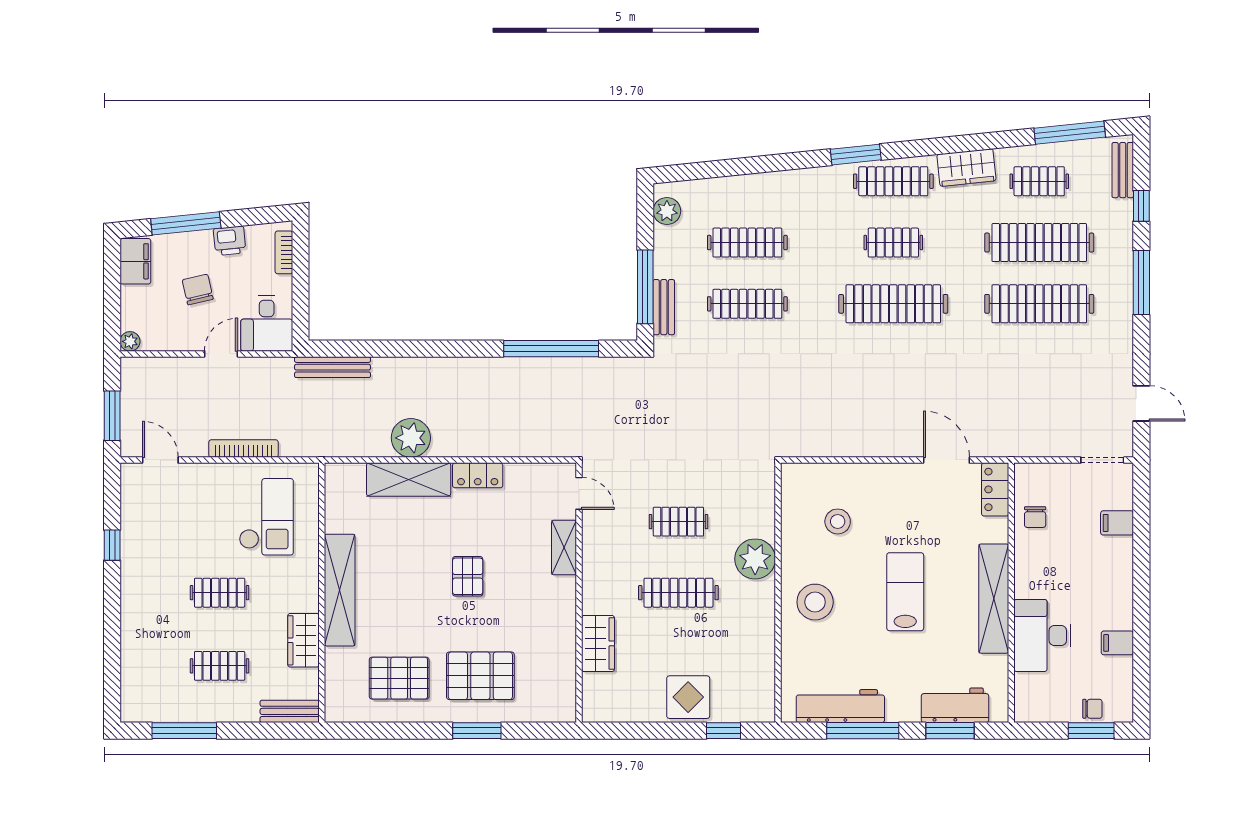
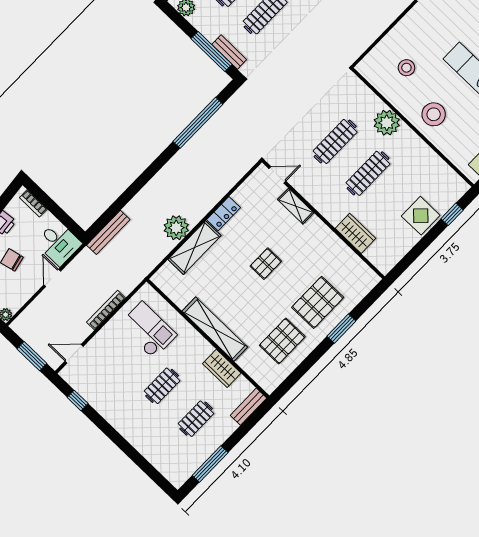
clothes rail: (678, 522) -> (335, 141), width x1.36
window: (112, 545) -> (78, 400), moved
pallet: (468, 576) -> (266, 264), turned 90

